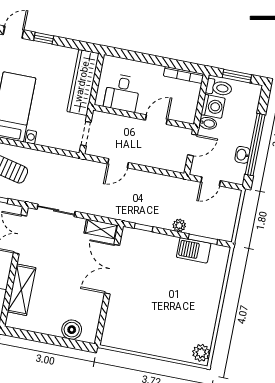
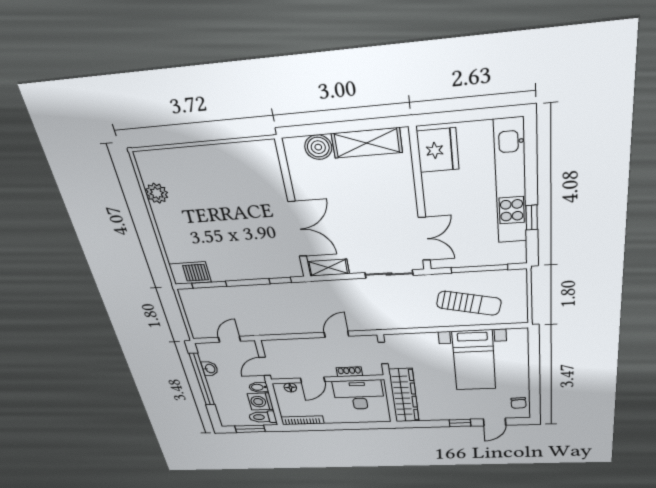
desk: (122, 93) -> (359, 395), width x1.37
floor lamp: (179, 116) -> (290, 387), added
shoe rack: (121, 121) -> (349, 372), added
plant: (179, 225) -> (242, 292), removed
barbecue: (194, 250) -> (190, 273), moved
shelving: (22, 290) -> (367, 143), moved, turned 90
plant: (201, 353) -> (157, 193), moved

